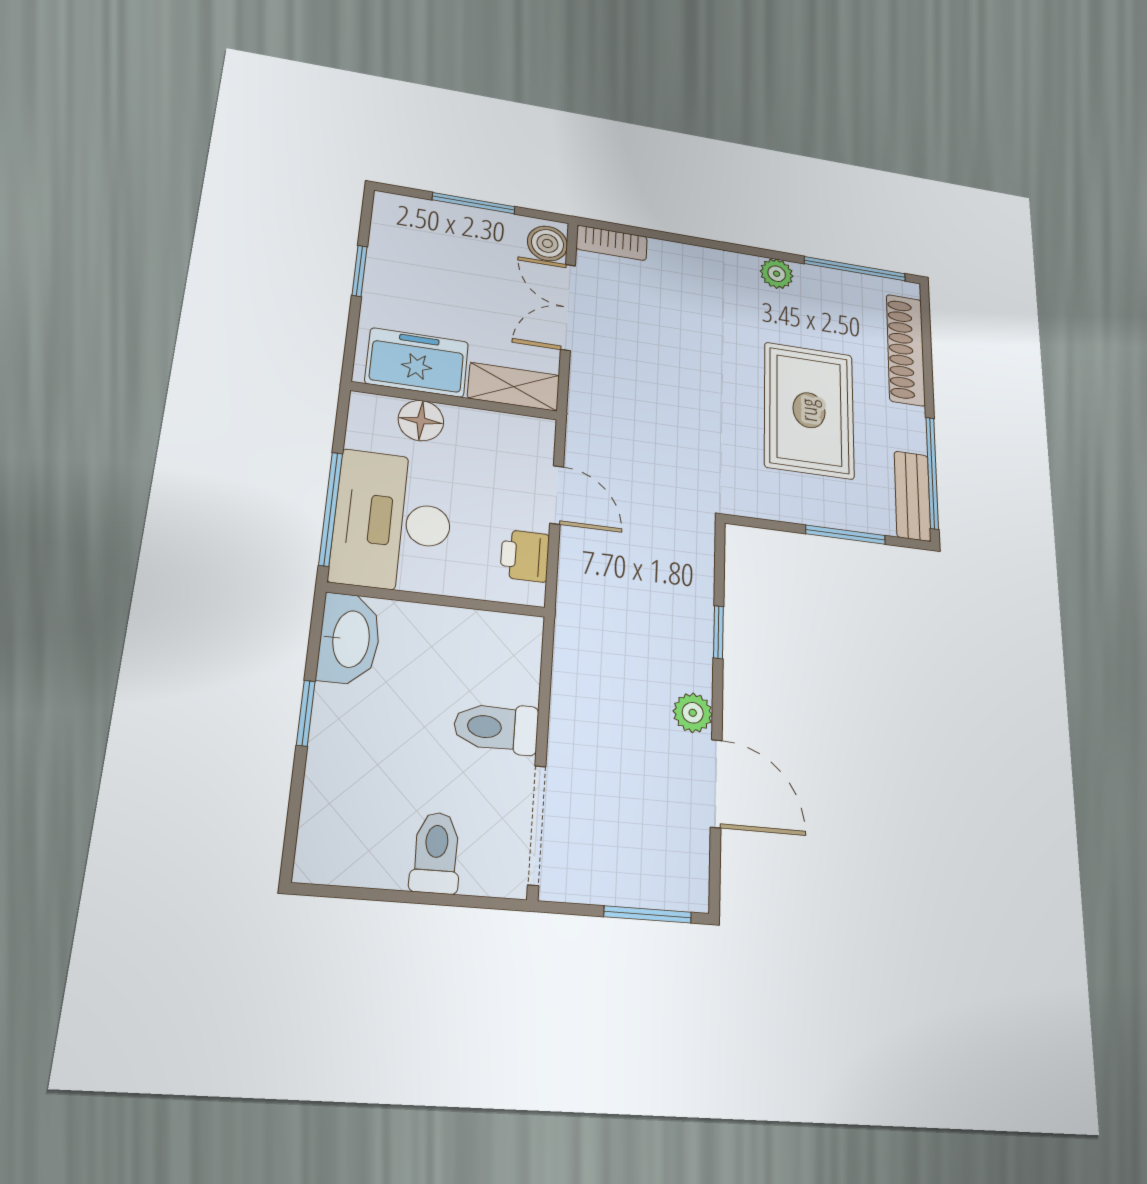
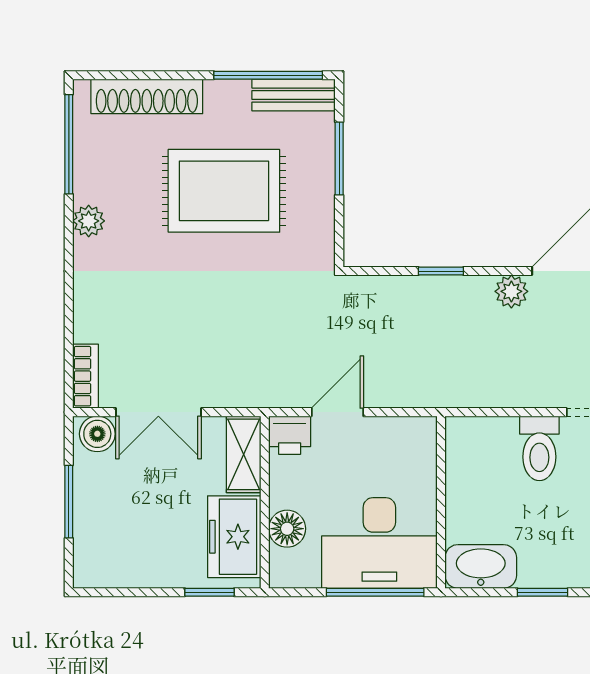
window: (360, 271) -> (209, 592), moved
printer: (525, 556) -> (290, 435), moved

